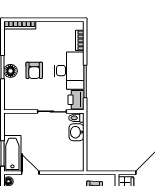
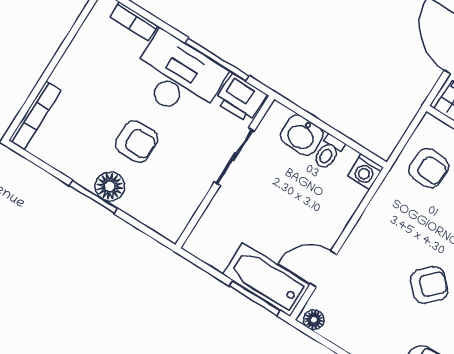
toilet: (76, 118) -> (328, 152), moved
washing machine: (78, 166) -> (366, 172), added

